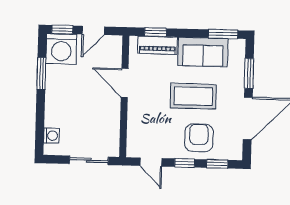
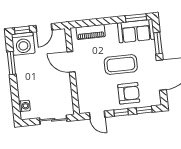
window: (155, 32) -> (88, 23), removed
sofa: (203, 52) -> (136, 31), moved
armchair: (199, 138) -> (129, 93), turned 90

